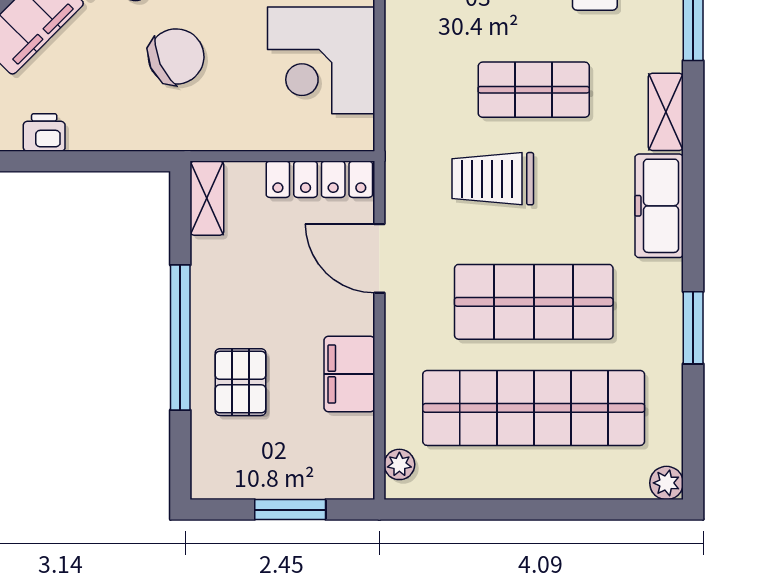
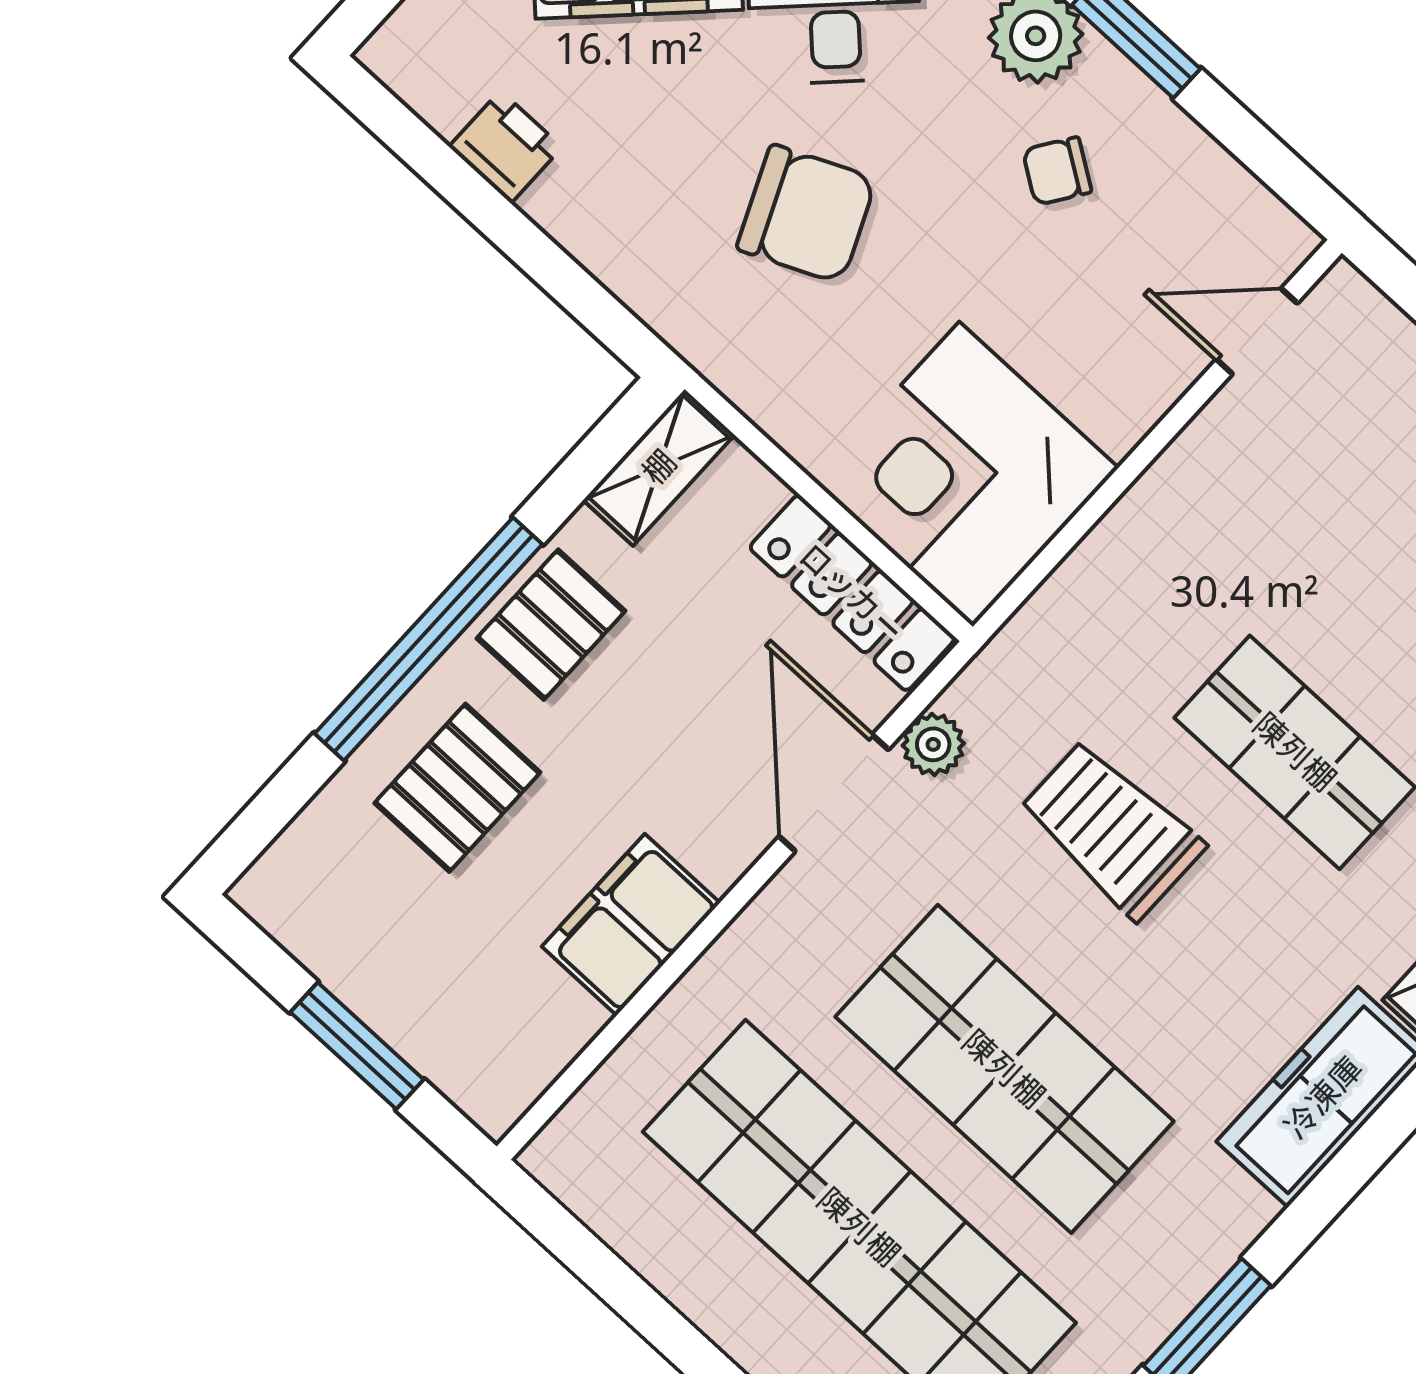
corner desk: (321, 60) -> (966, 474), moved
pallet: (220, 291) -> (551, 625), added
plant: (399, 464) -> (933, 744), moved

